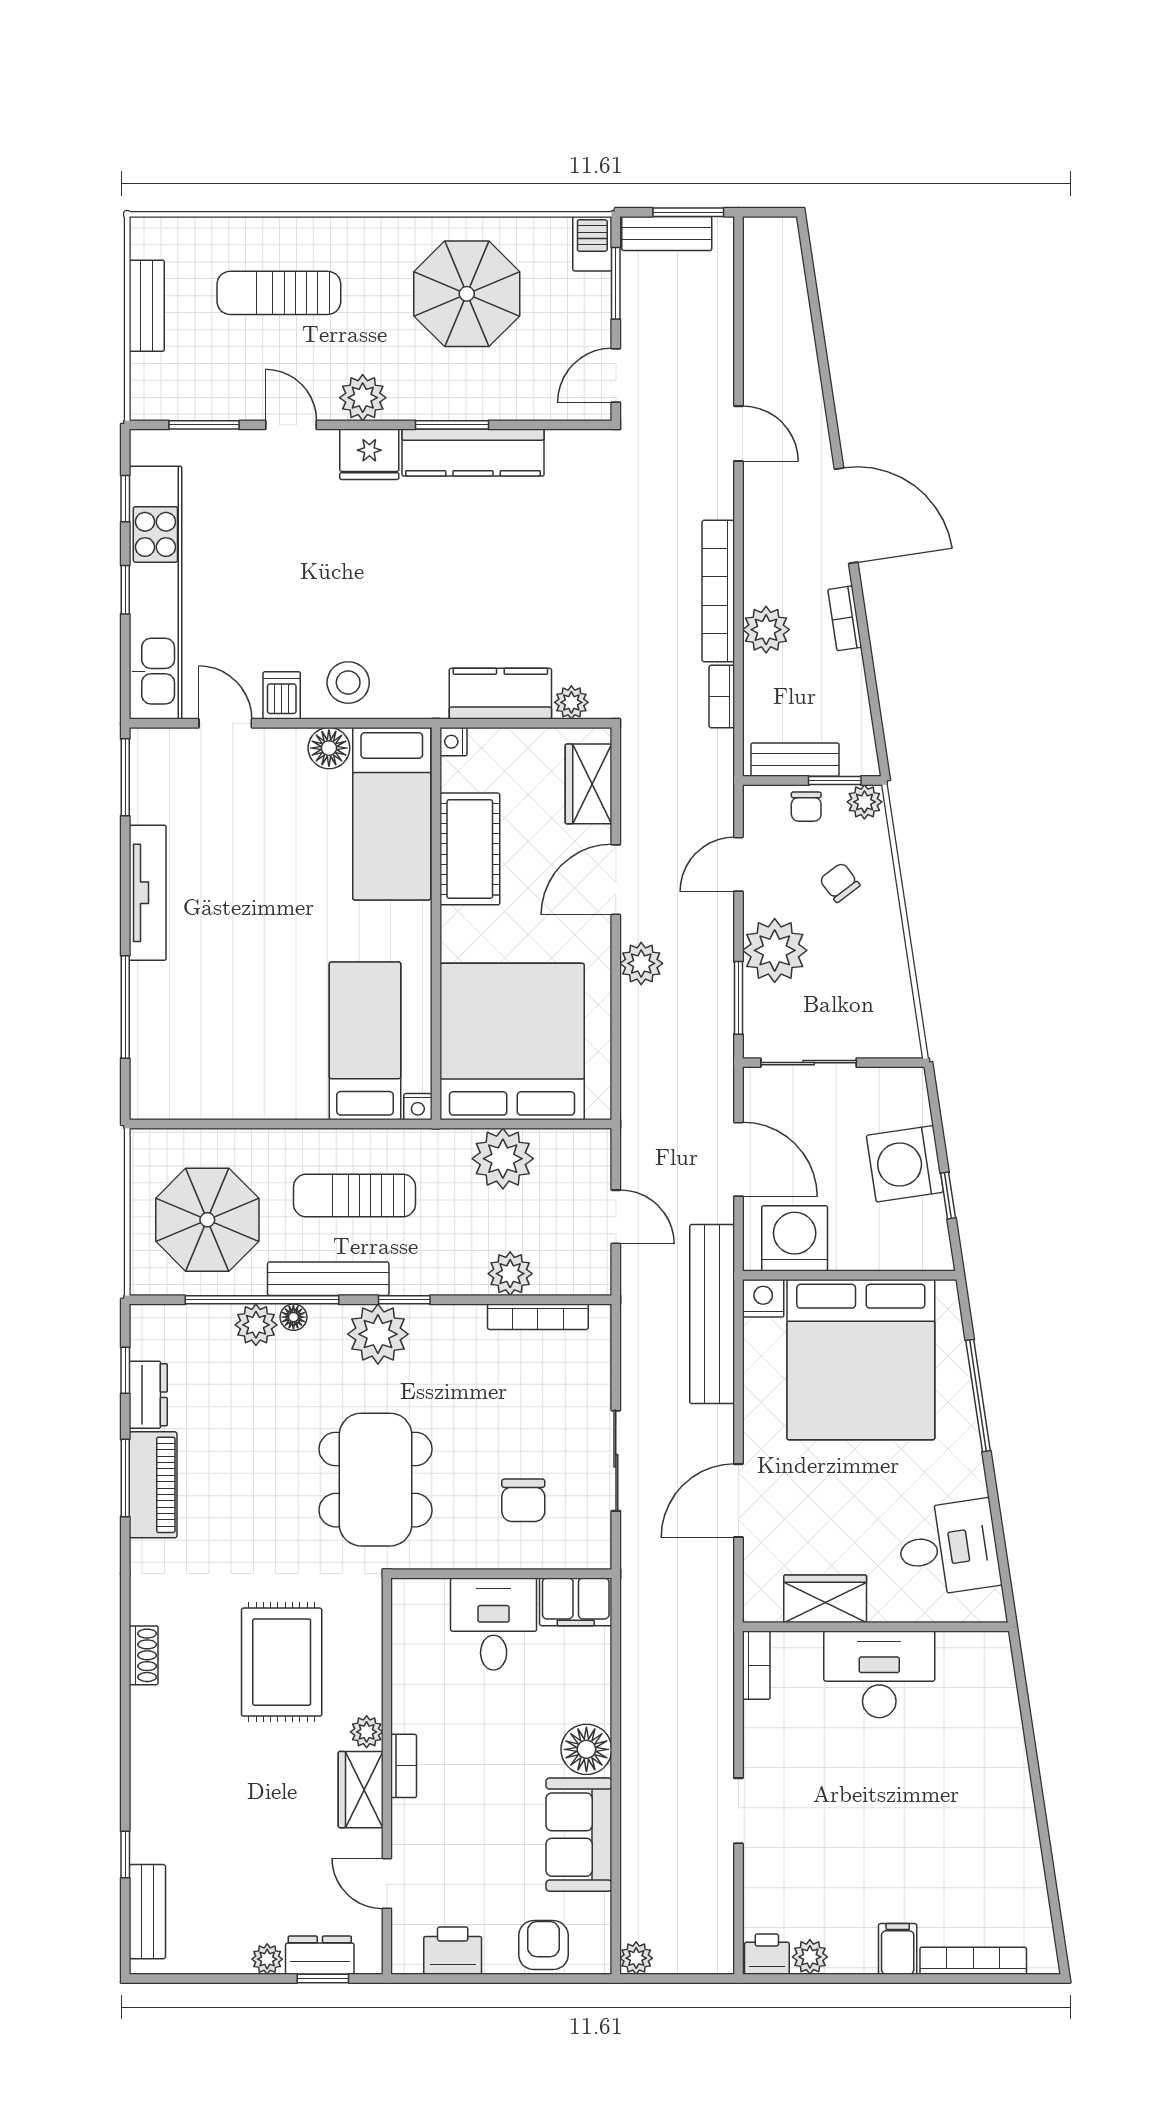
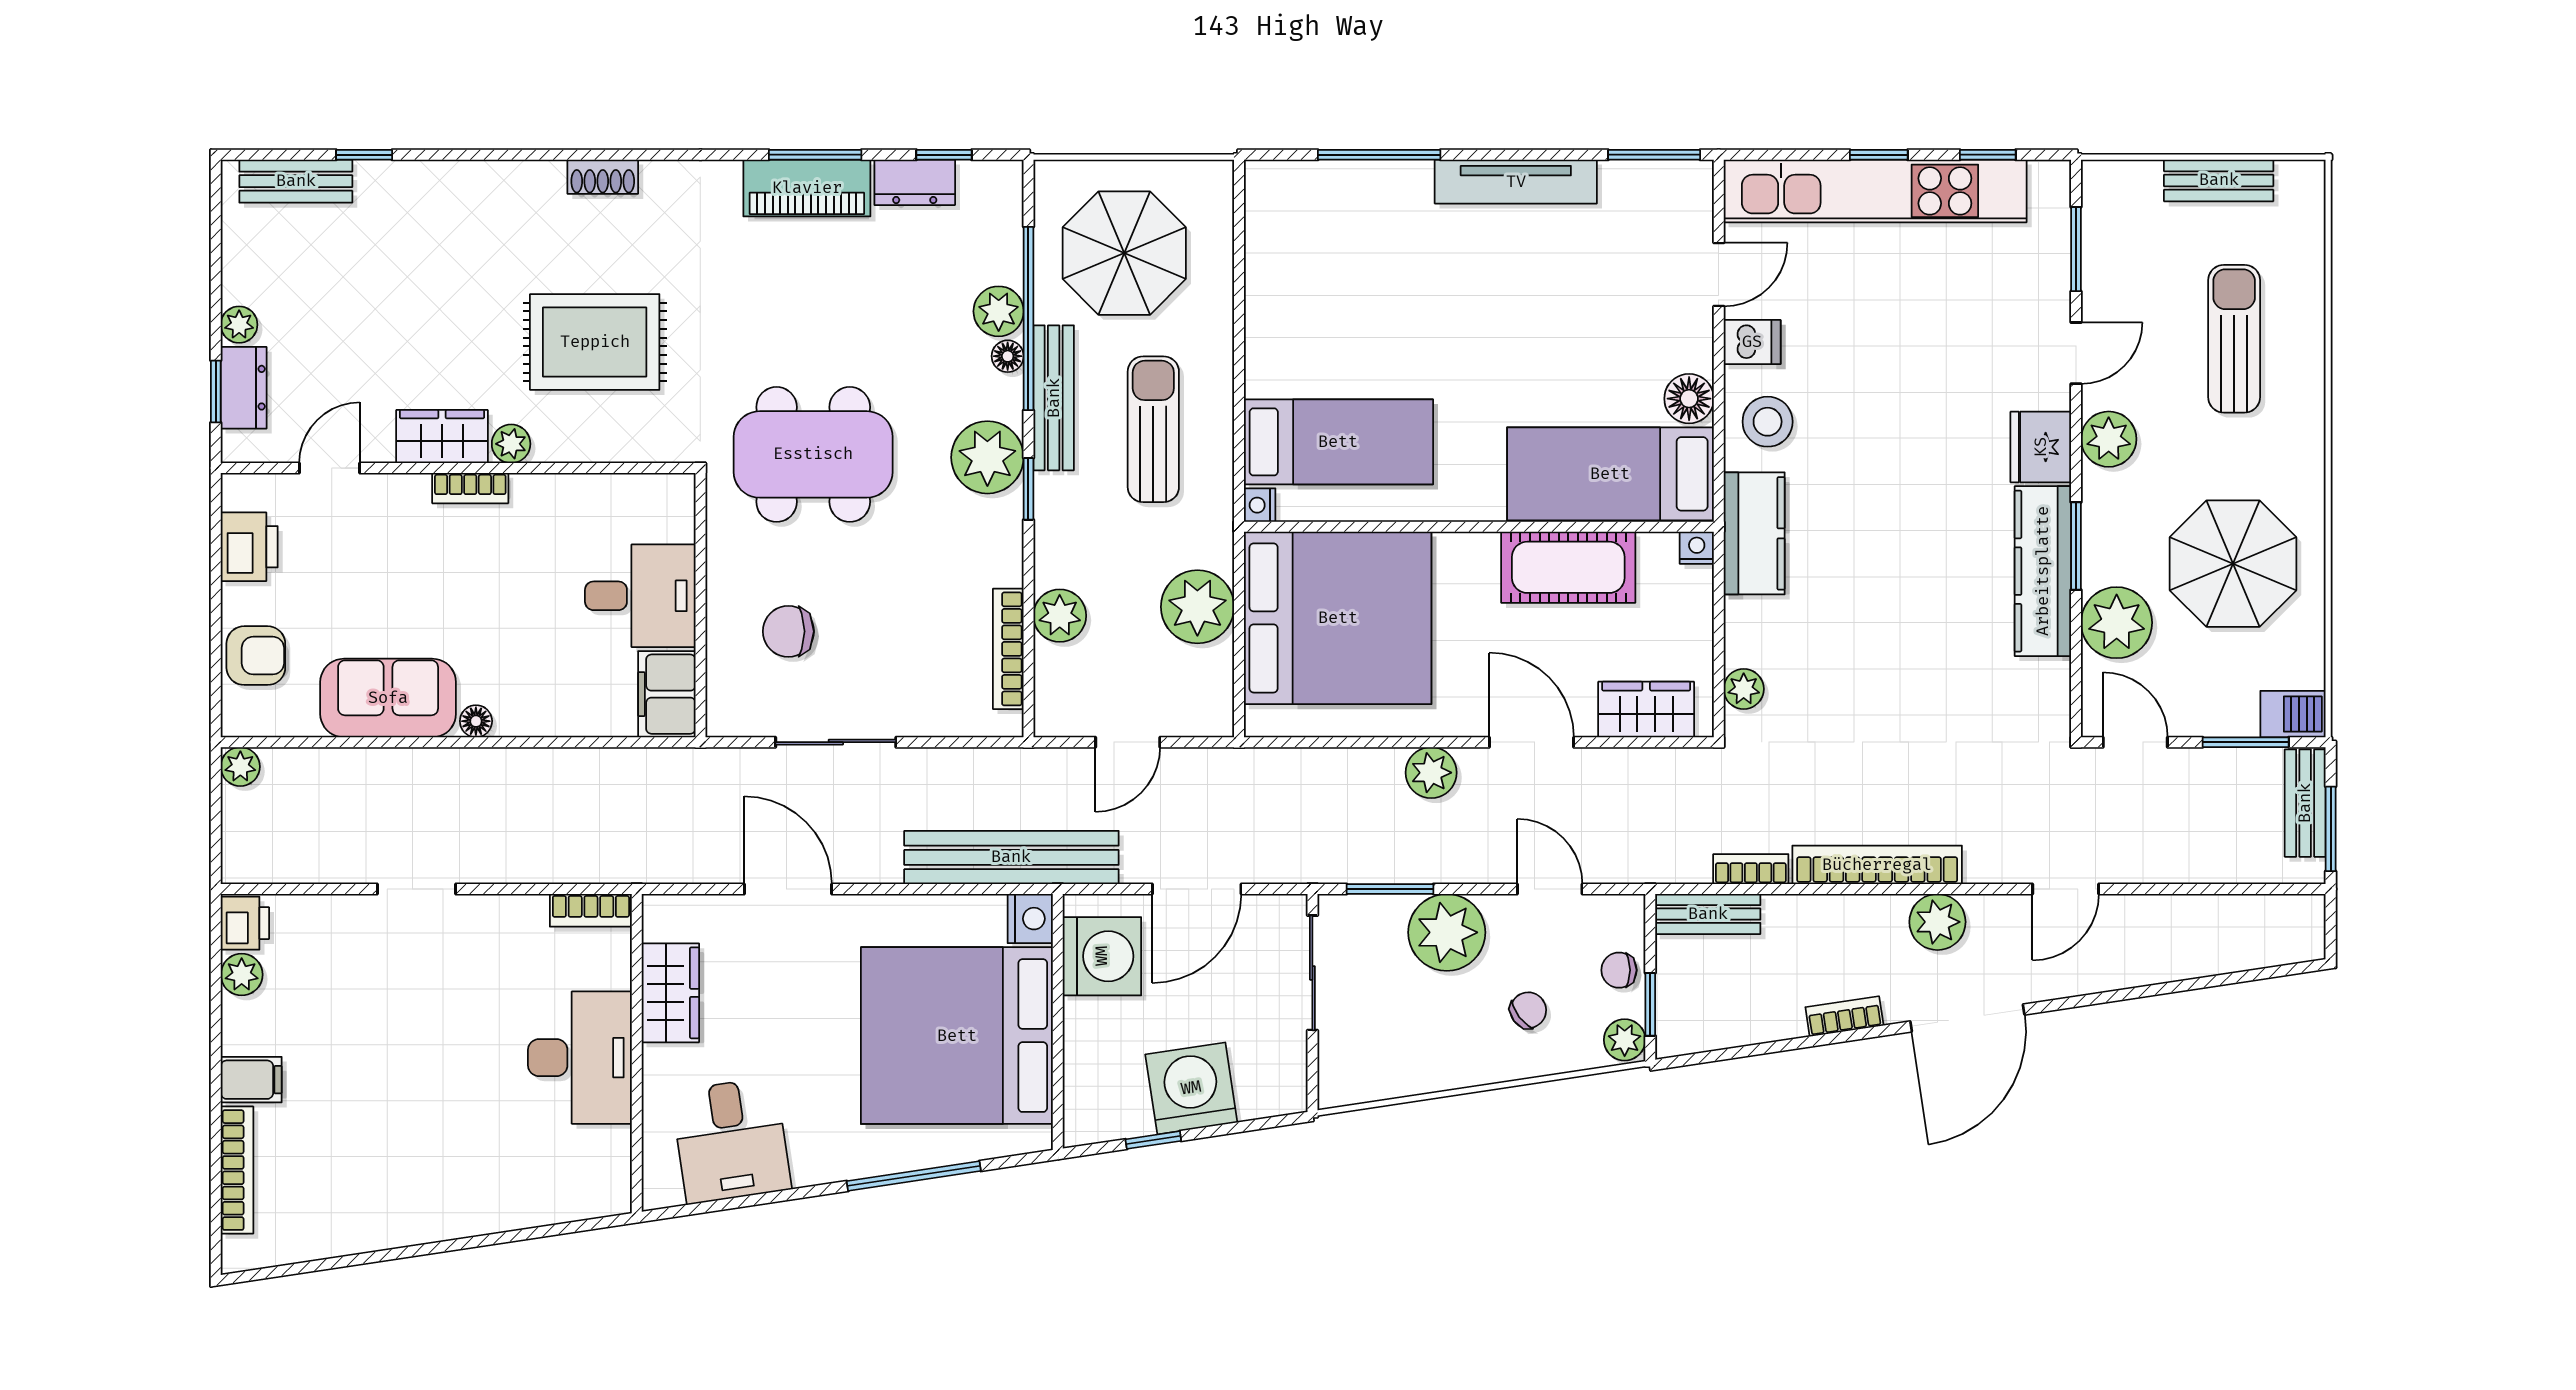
plant: (516, 391) -> (2117, 623), added
plant: (766, 630) -> (1937, 922), moved
kitchen counter: (500, 694) -> (1754, 533), moved
bench: (795, 760) -> (1708, 914), moved, turned 90
floor lamp: (586, 1749) -> (476, 721), width x0.53, depth x0.53

